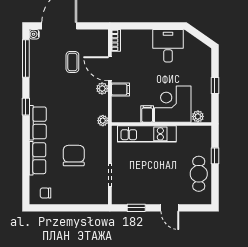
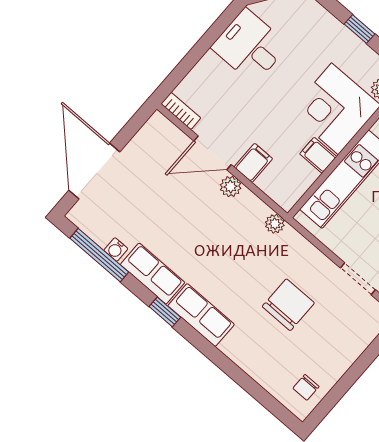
water cooler: (34, 34) -> (116, 249), moved
coffee table: (72, 62) -> (159, 196), removed
chair: (74, 156) -> (288, 305), turned 90
row of seats: (38, 158) -> (152, 274), moved

